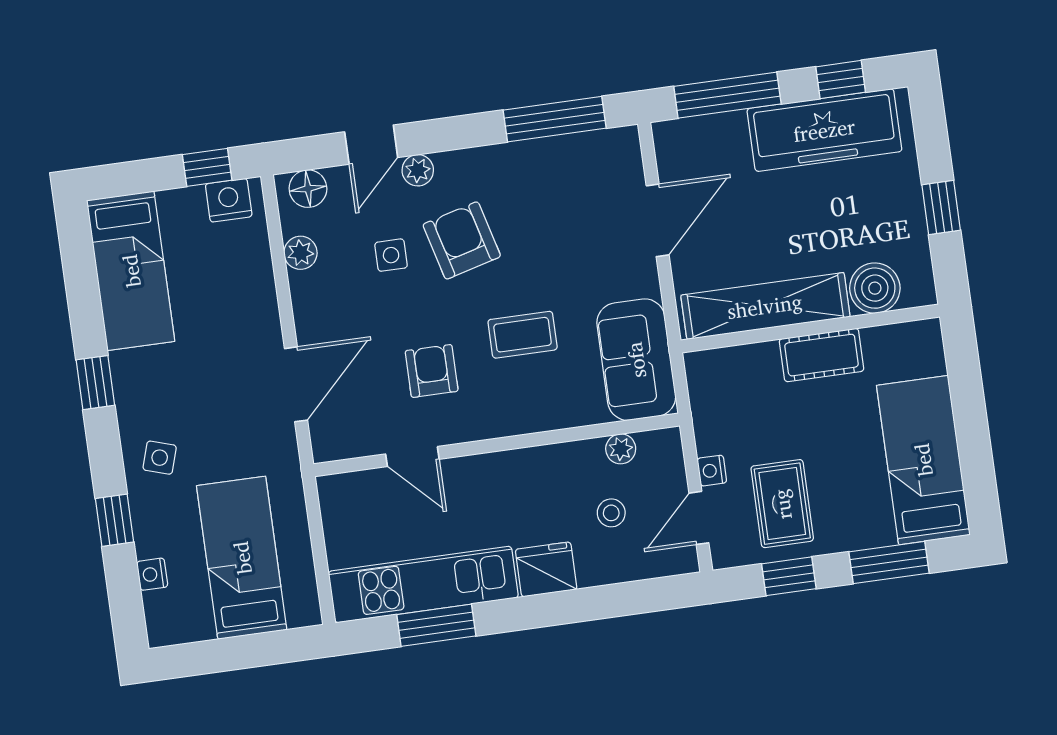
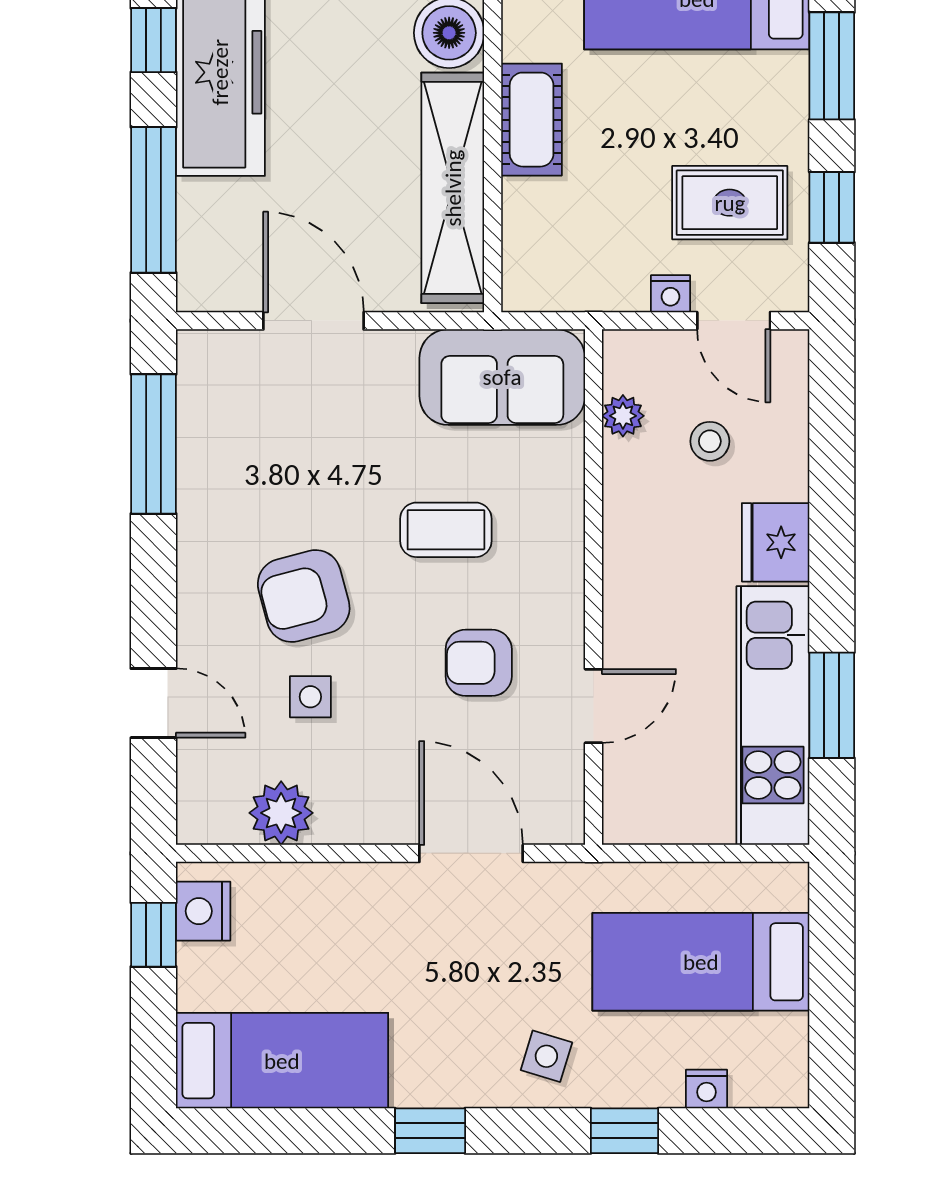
plant: (418, 170) -> (198, 643), removed
floor lamp: (308, 189) -> (202, 799), removed
plant: (301, 253) -> (281, 813), width x1.38, depth x1.38
coffee table: (523, 335) -> (446, 530), turned 90

